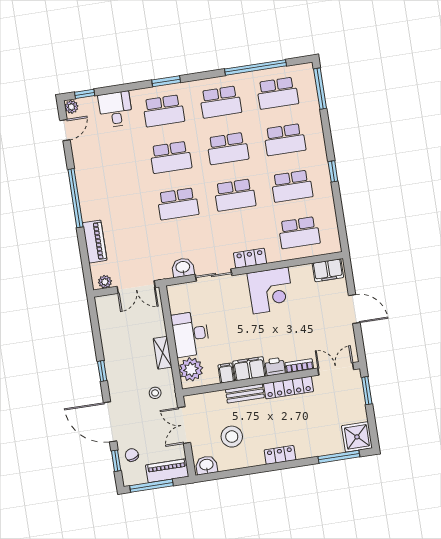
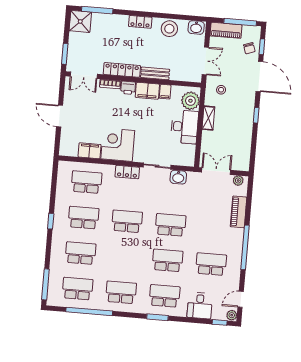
school desk: (228, 148) -> (211, 264), moved
filing cabinet: (328, 270) -> (90, 151), moved
stool: (232, 437) -> (169, 29), moved

